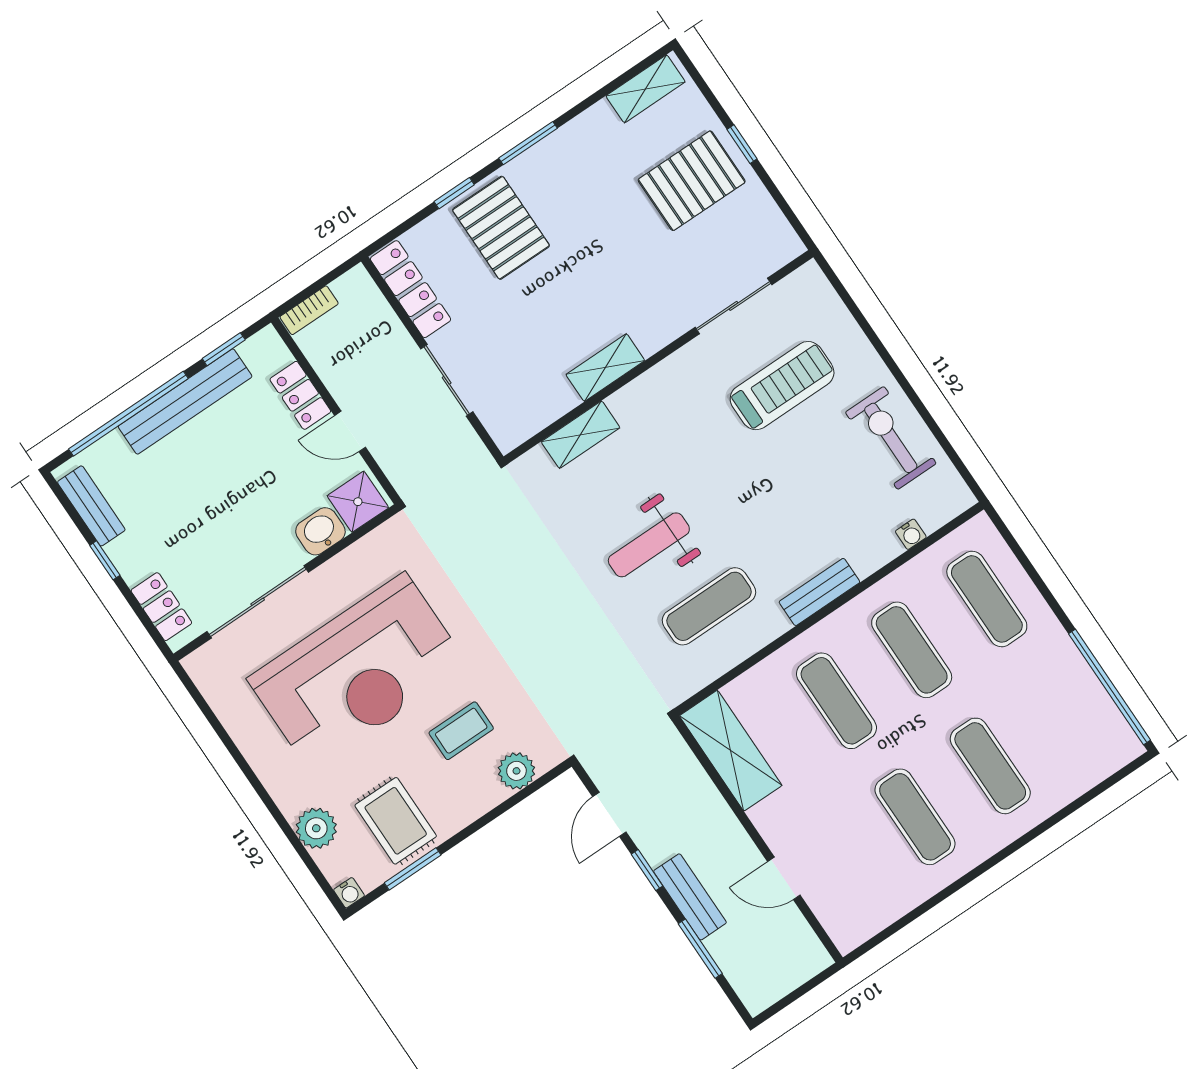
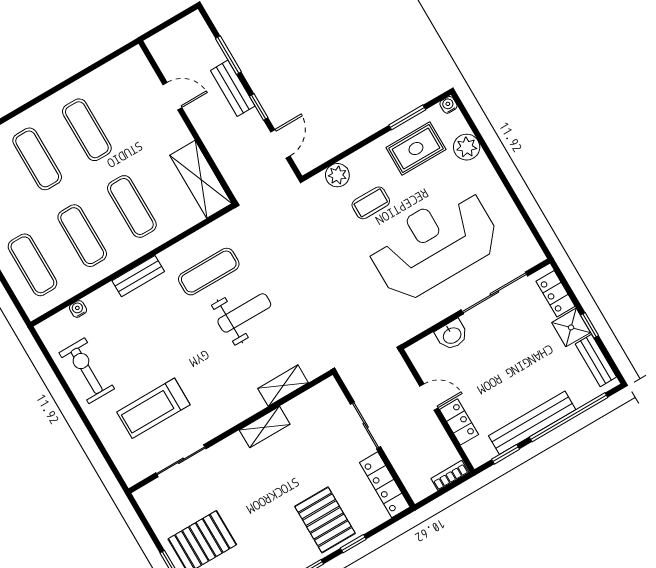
exercise bike: (891, 438) -> (87, 371), turned 180
shower: (358, 502) -> (571, 327), moved
rug: (396, 821) -> (416, 149), turned 90

